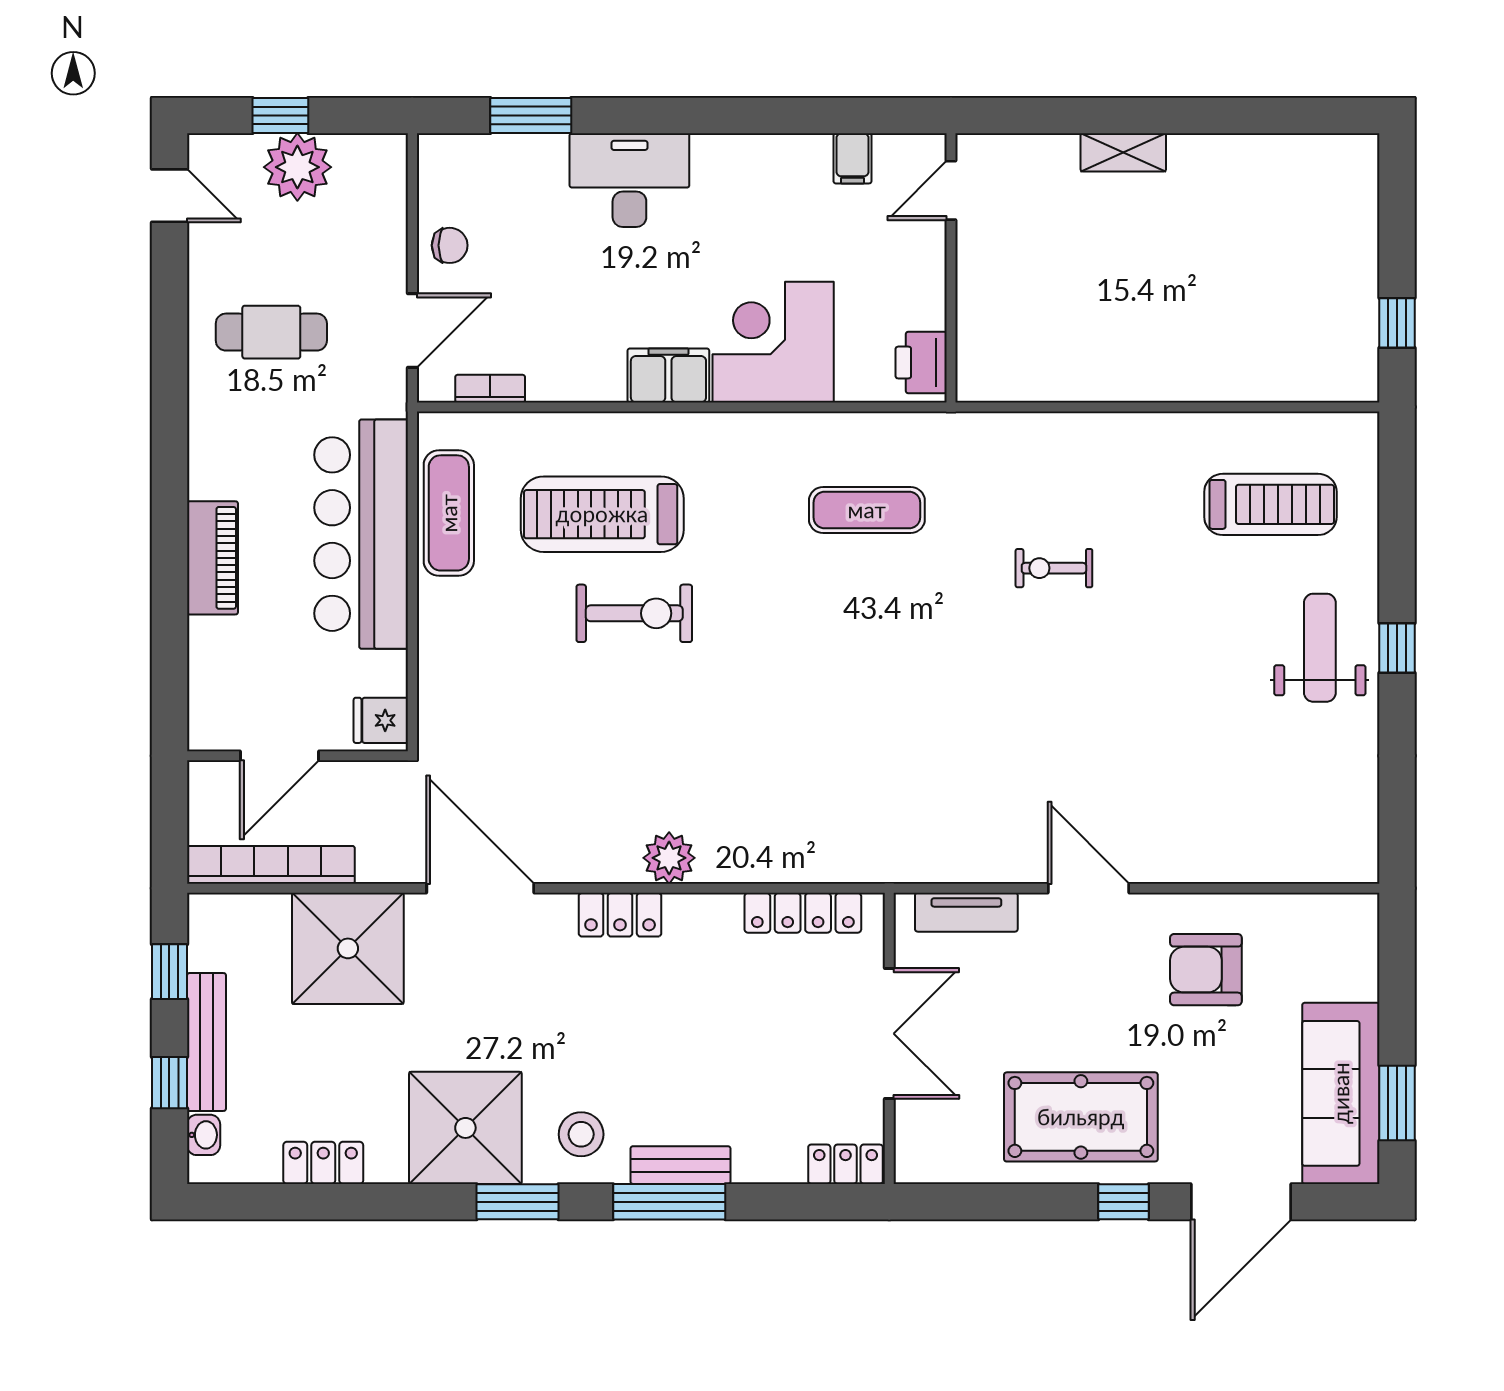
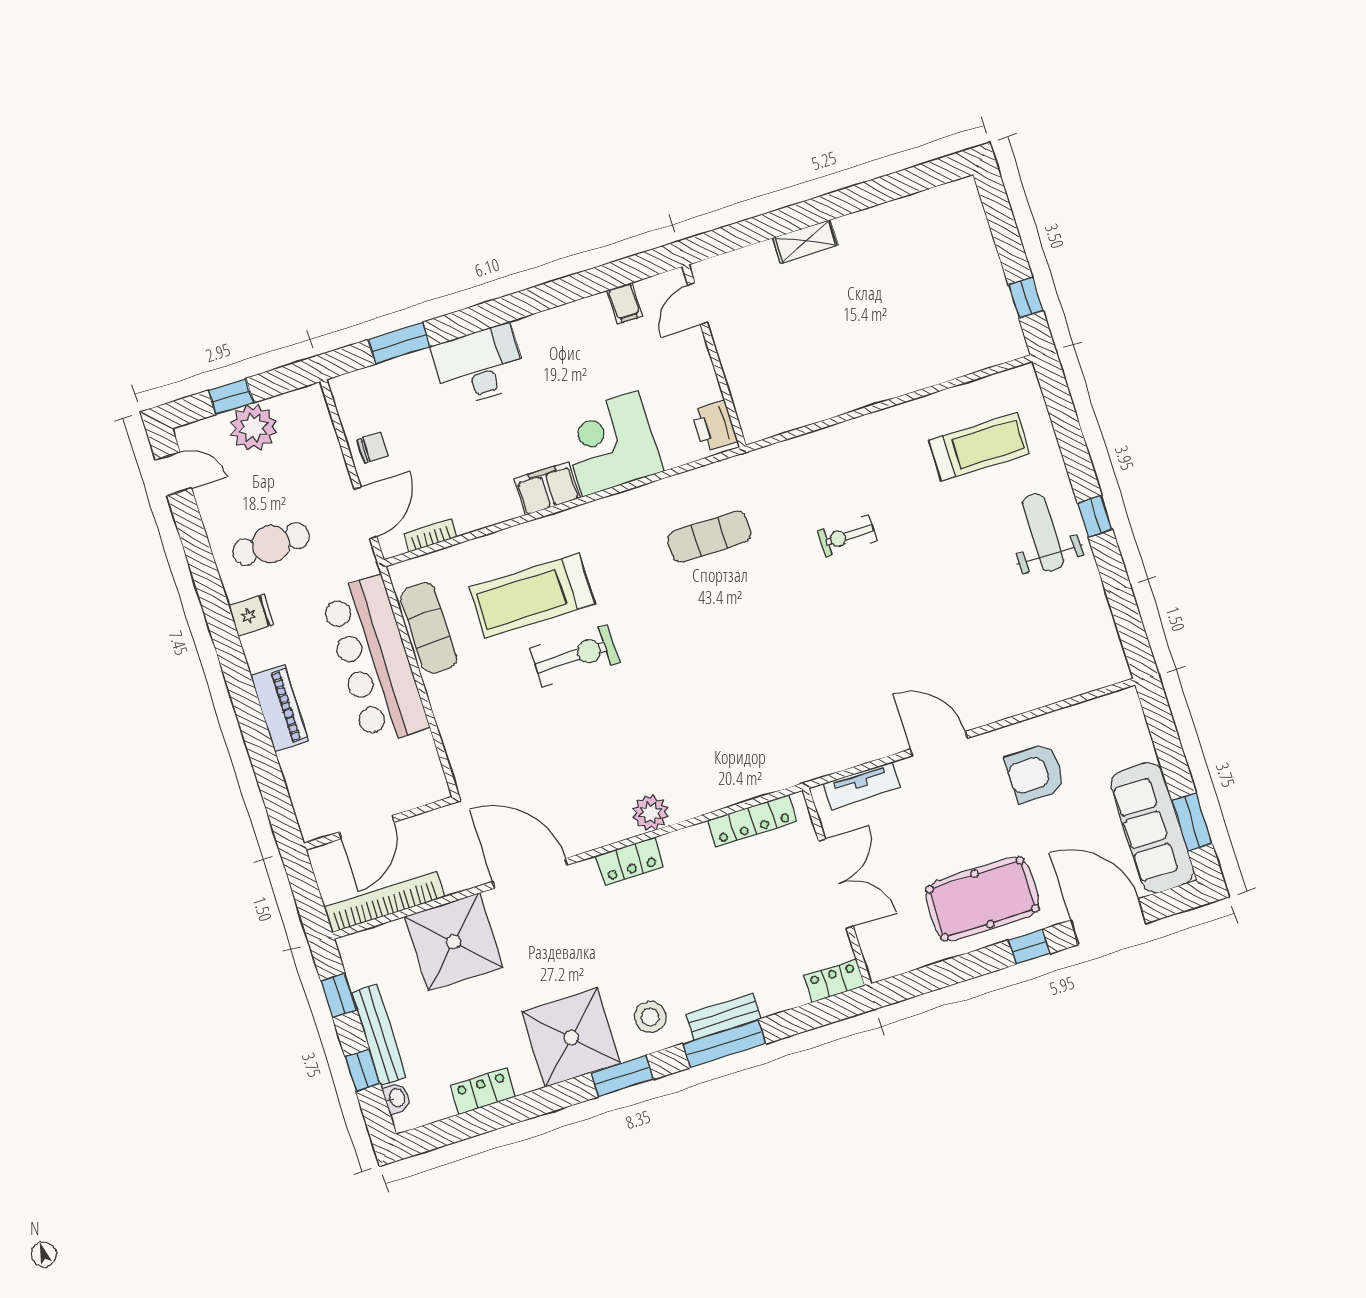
fridge: (381, 720) -> (251, 615), moved, turned 180
door: (1241, 1202) -> (1108, 922), swing flipped

